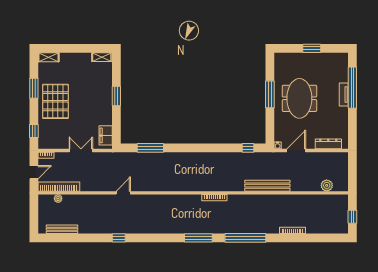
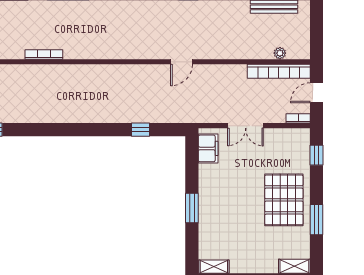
window: (150, 148) -> (141, 130), width x0.46

